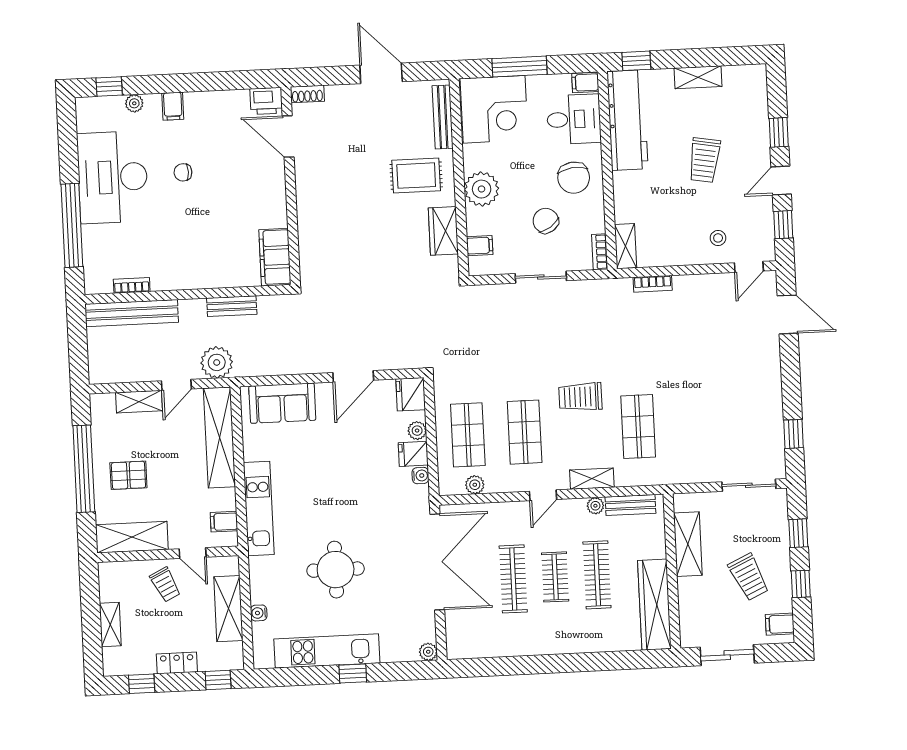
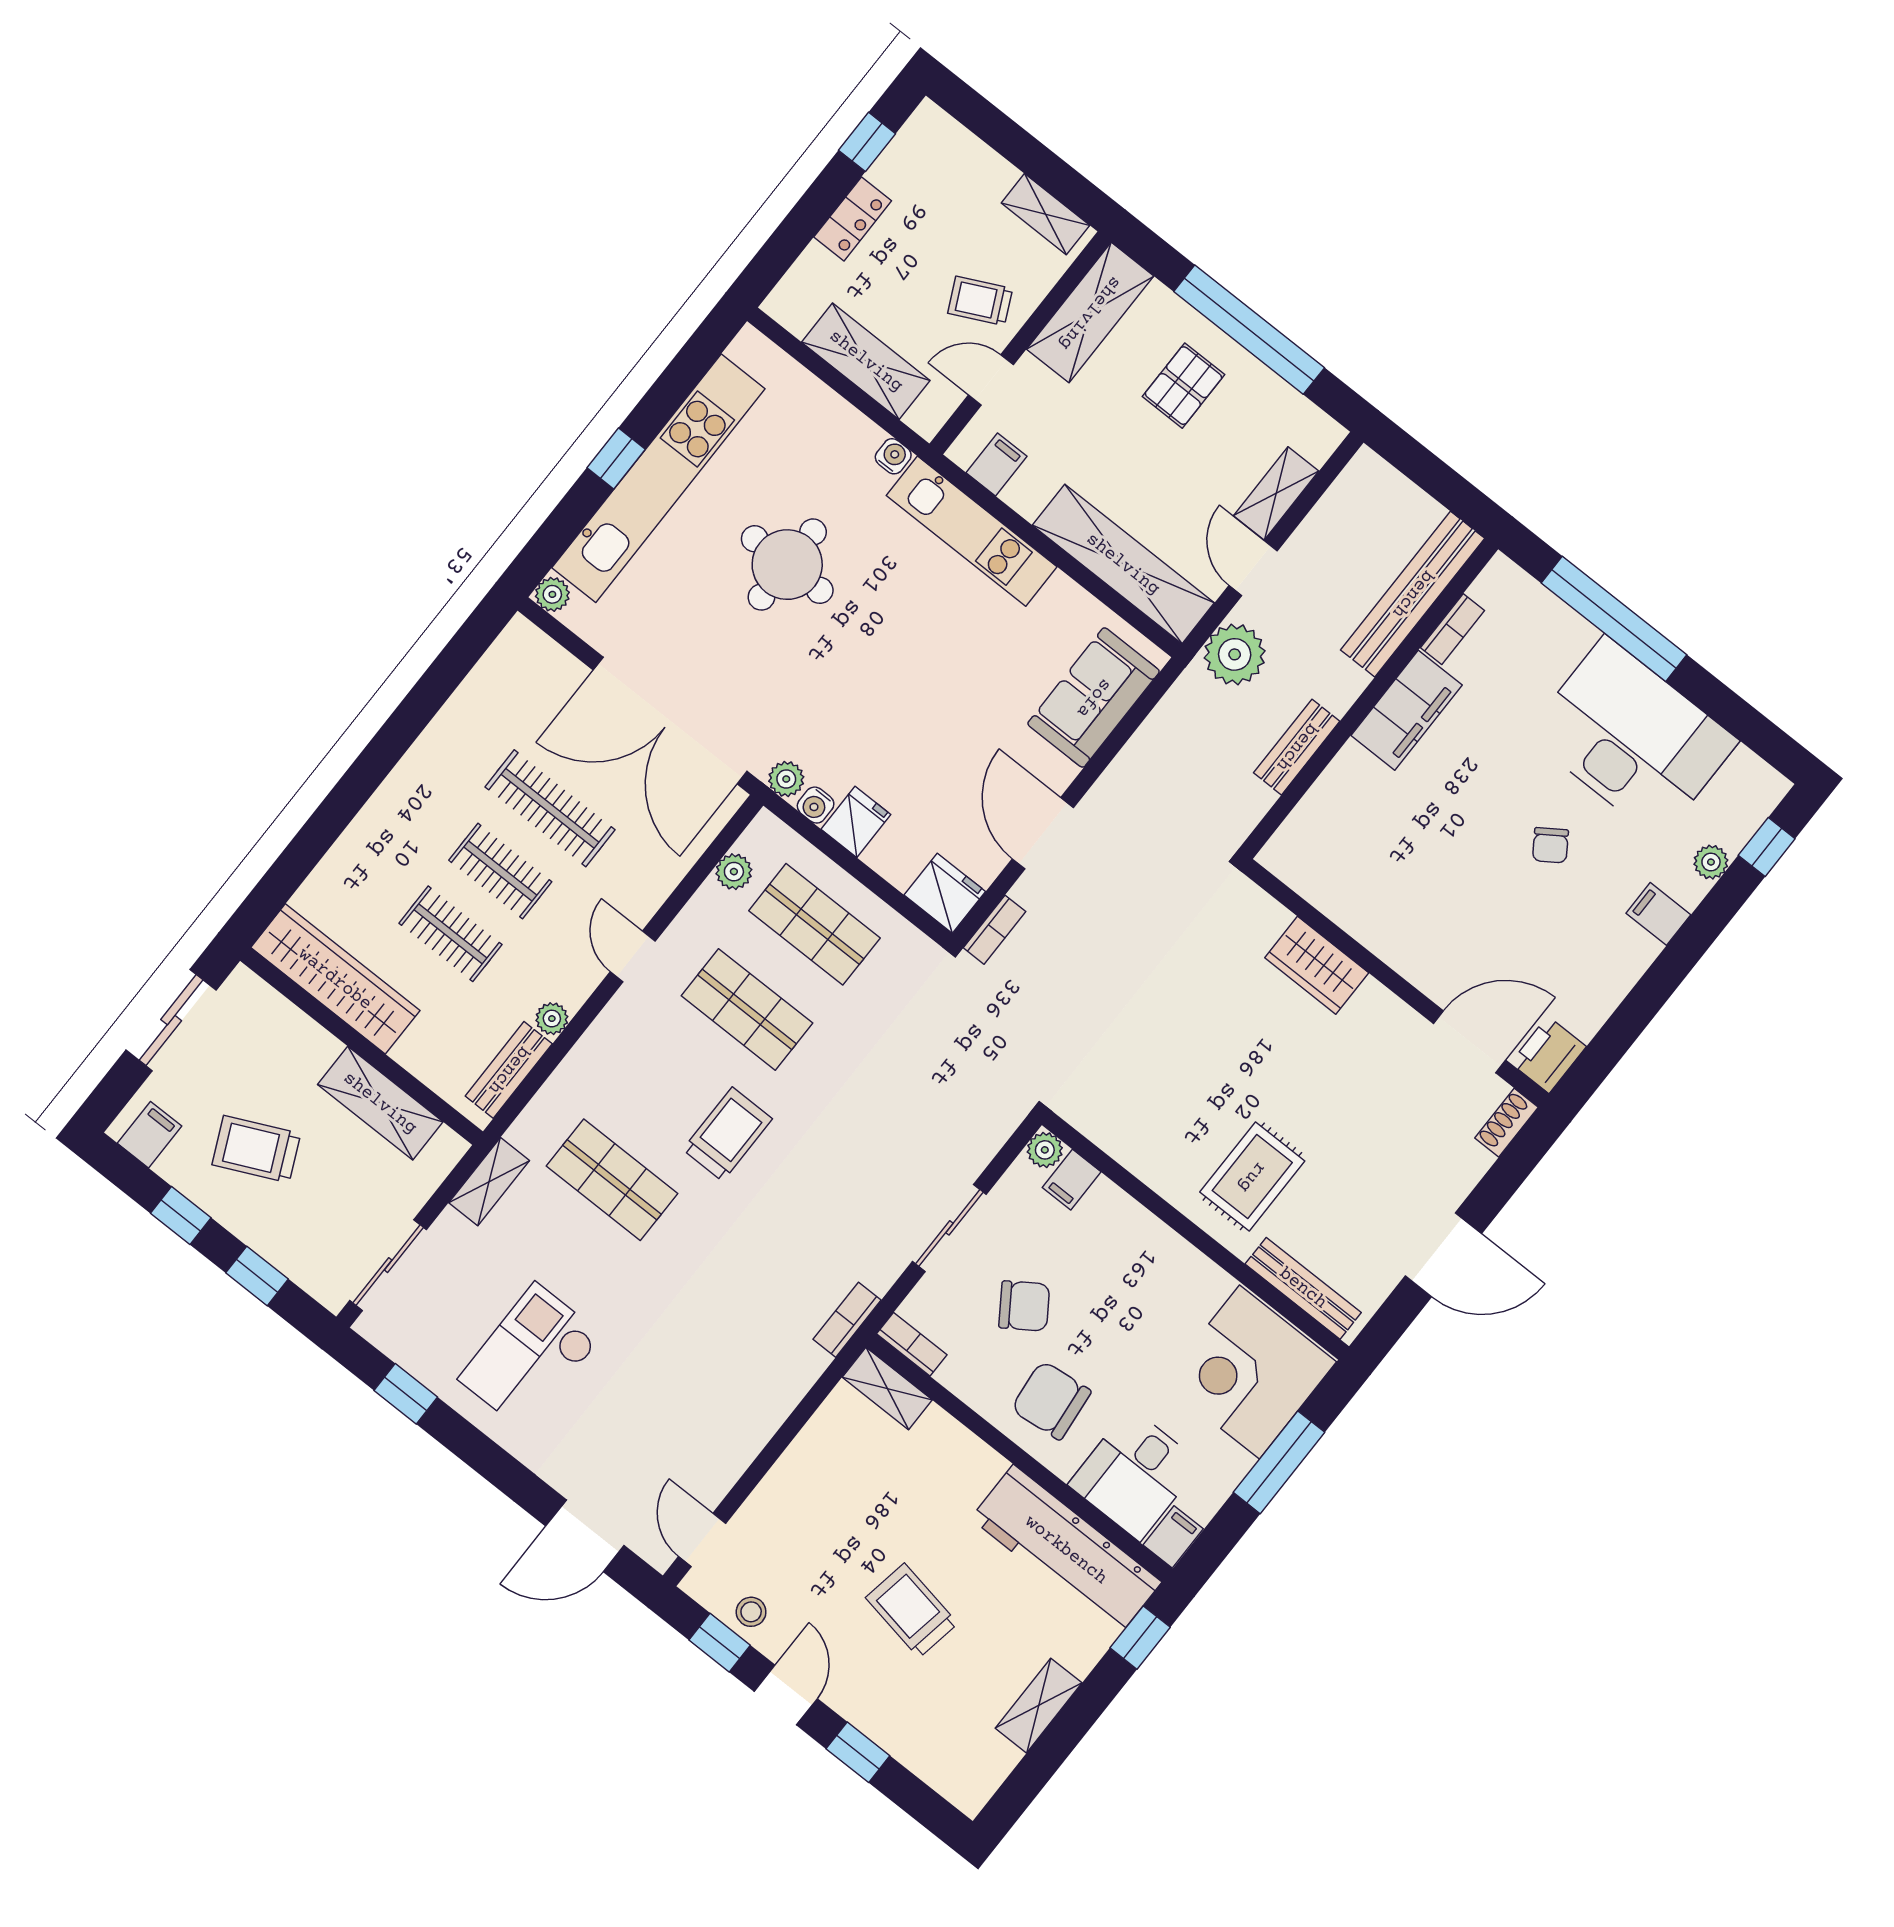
chair: (183, 172) -> (1550, 845), turned 146
plant: (482, 189) -> (1045, 1150), moved, width x0.53, depth x0.53
wardrobe: (443, 231) -> (1317, 965), moved, turned 180
stool: (718, 238) -> (751, 1612), moved
filing cabinet: (275, 257) -> (1407, 710), moved, turned 90
bookcase: (653, 284) -> (847, 1320), moved
bookcase: (408, 362) -> (995, 930), added
checkout: (736, 398) -> (530, 1357), added
plant: (417, 431) -> (786, 779), moved
shelving: (592, 479) -> (489, 1182), moved
clothes rail: (597, 575) -> (450, 934), width x0.73
water cooler: (259, 613) -> (893, 456), moved
shelving: (110, 624) -> (1045, 214), moved
kitchen unit: (327, 651) -> (658, 478), width x1.36
window: (218, 680) -> (776, 257), removed

